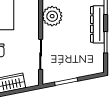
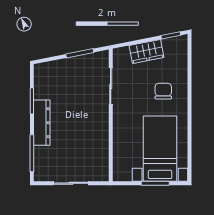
plant: (52, 16) -> (97, 133), removed

